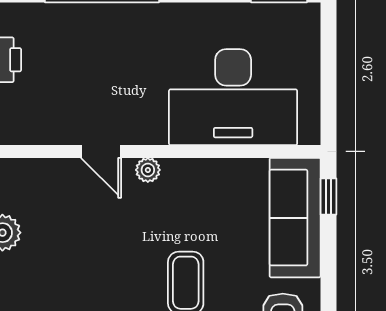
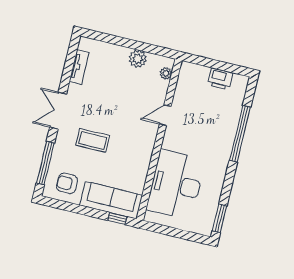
plant: (148, 170) -> (166, 73), moved

